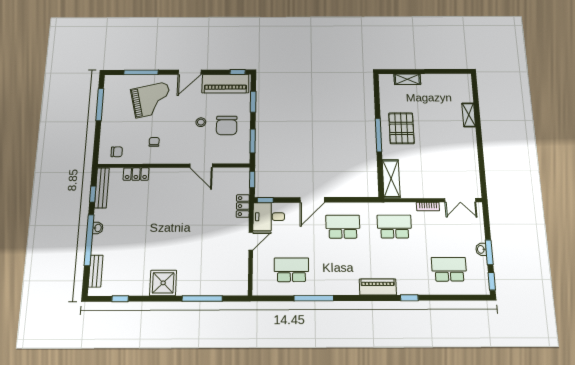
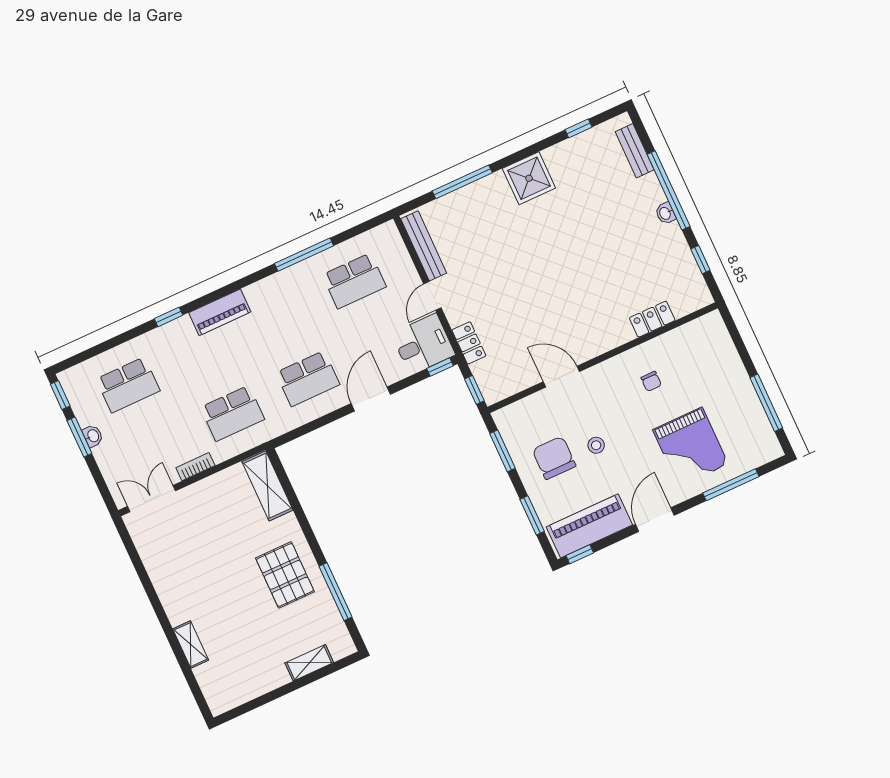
grand piano: (152, 100) -> (690, 447), turned -77
window: (379, 135) -> (335, 592), moved
chair: (117, 152) -> (700, 340), removed
bench: (102, 188) -> (424, 246), moved

